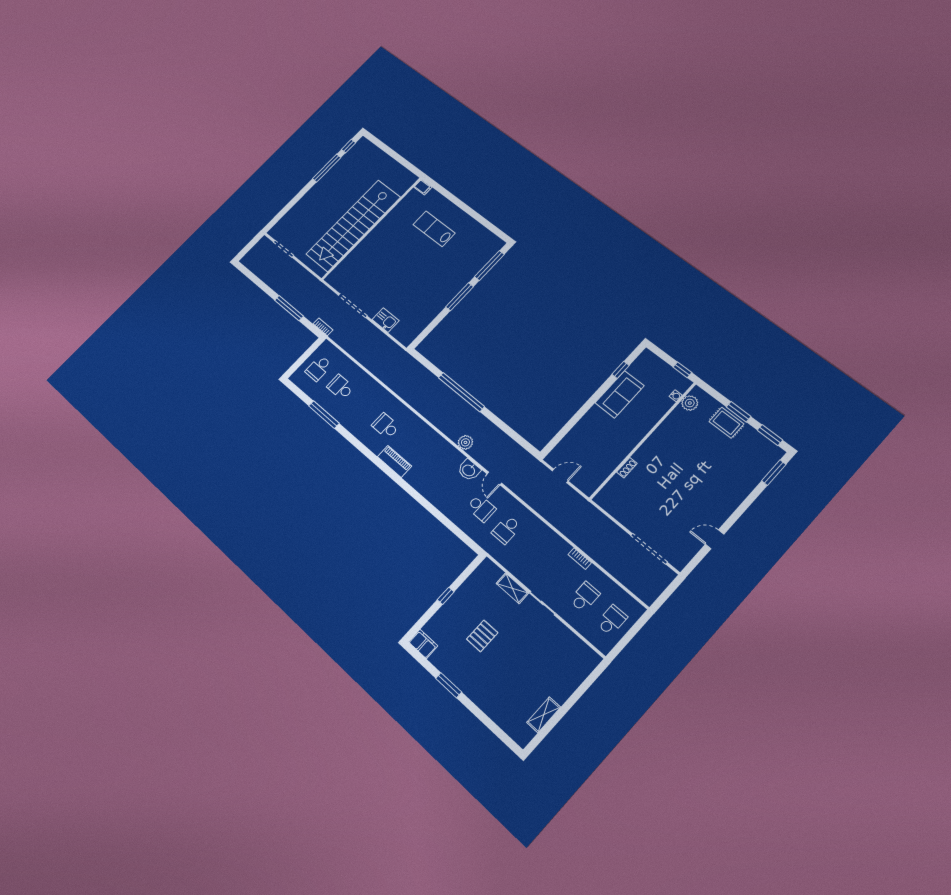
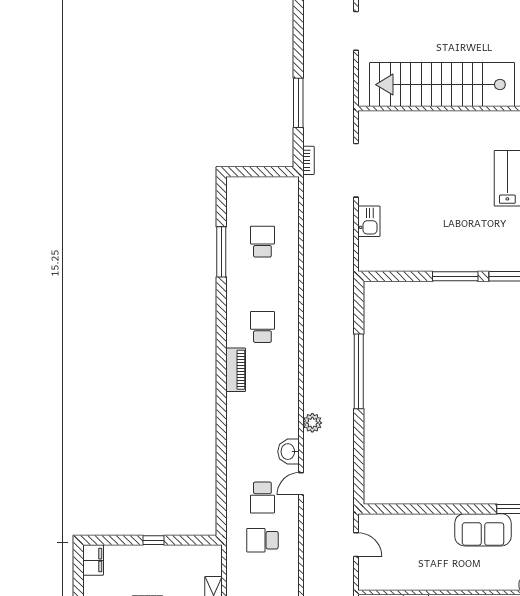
school desk: (319, 368) -> (262, 199), removed

